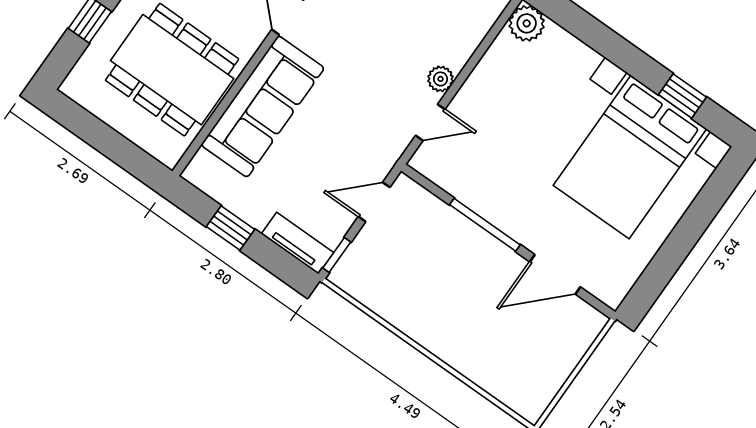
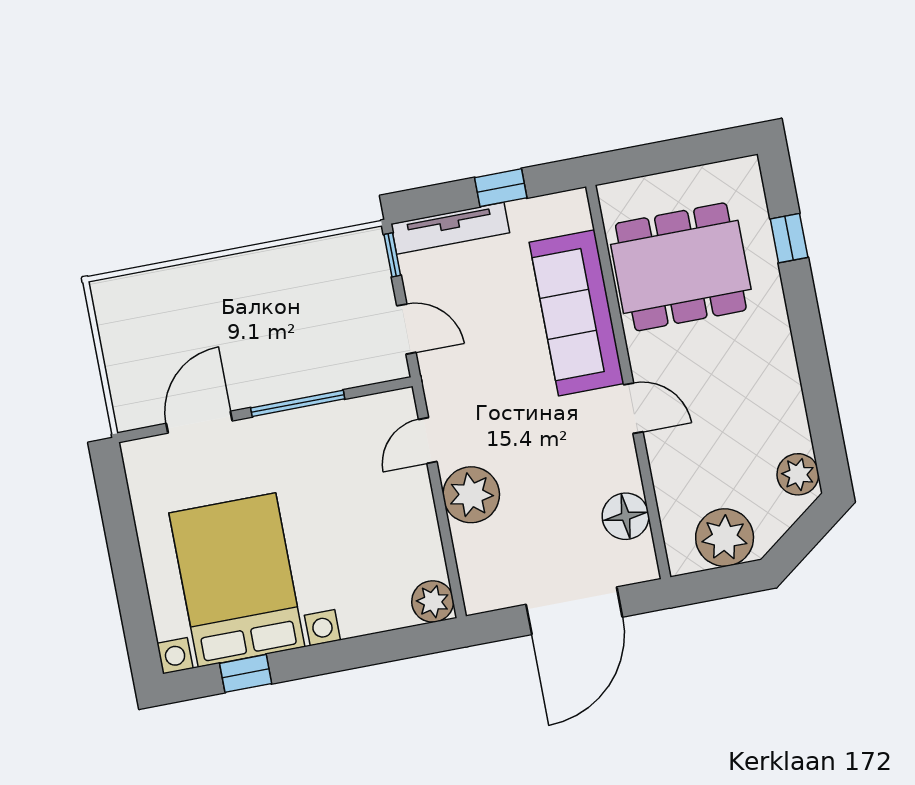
plant: (440, 79) -> (471, 495), width x1.88, depth x1.88
door: (374, 202) -> (406, 329), hinge flipped
tv unit: (297, 243) -> (450, 228), width x1.41

